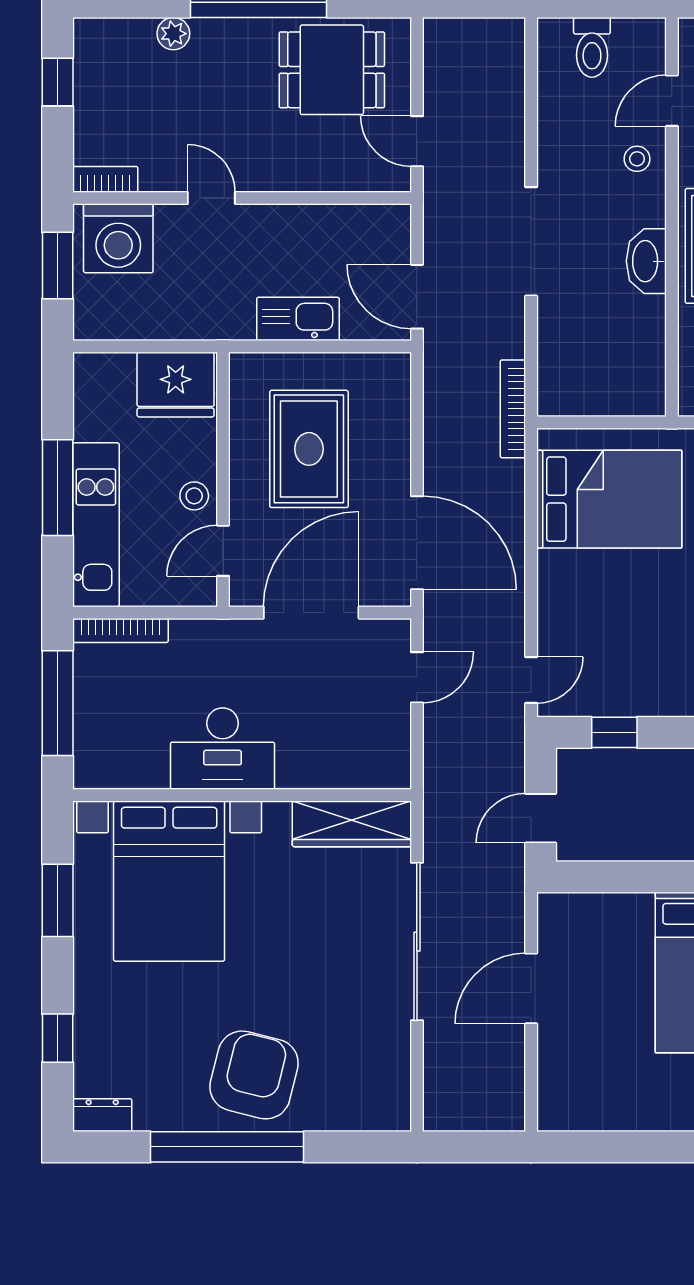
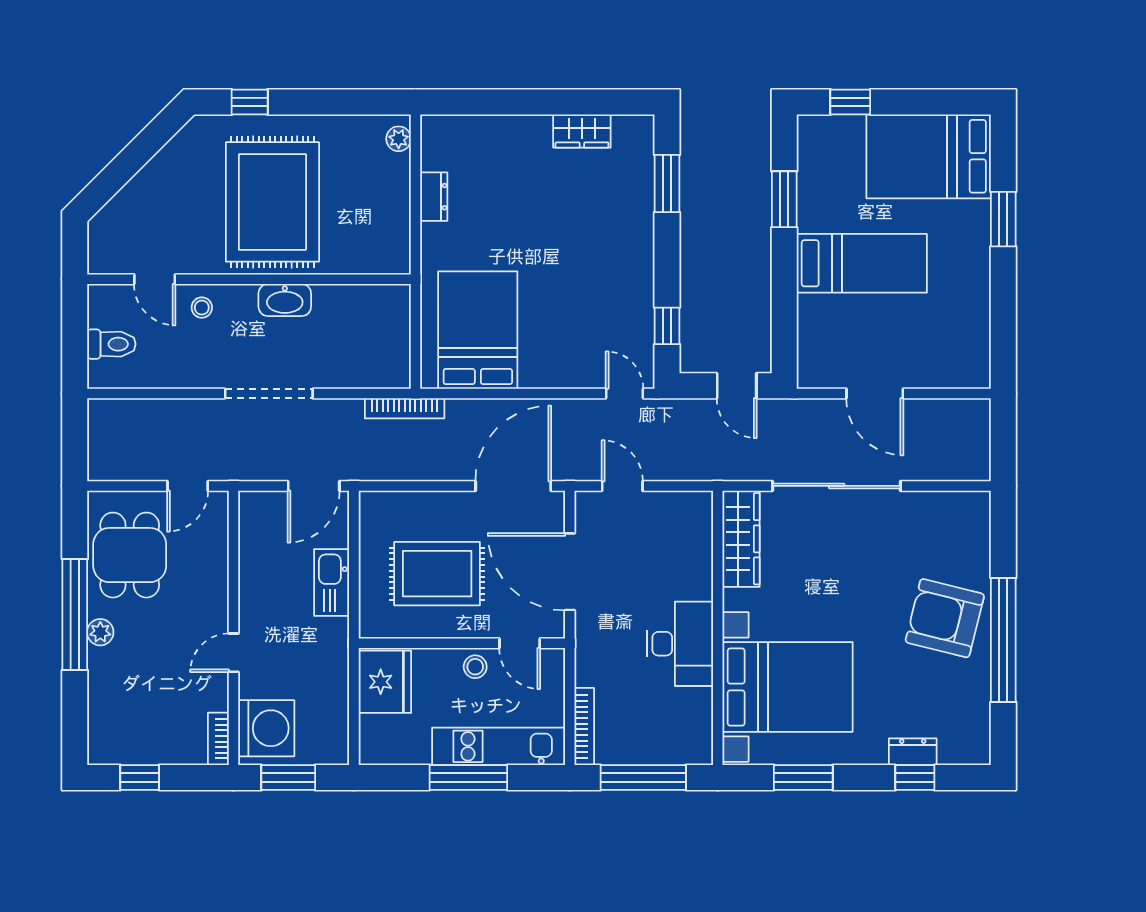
plant: (173, 34) -> (100, 632), moved
dresser: (102, 1115) -> (913, 752), moved, turned 90

